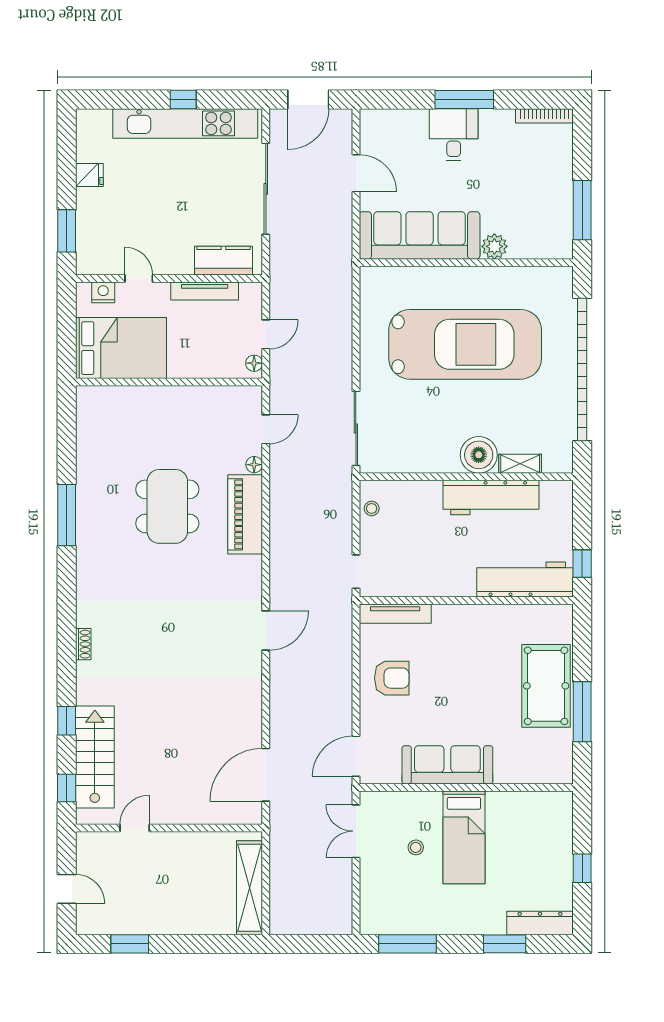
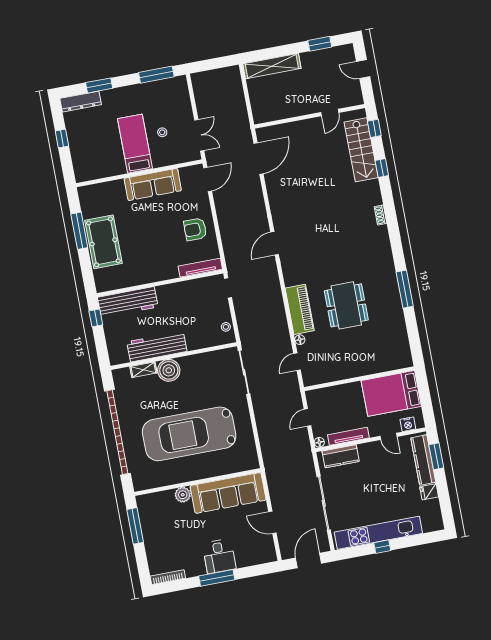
kitchen counter: (89, 229) -> (423, 460), added
floor lamp: (254, 363) -> (319, 442), moved
shelving: (250, 888) -> (272, 66), moved, turned 90

